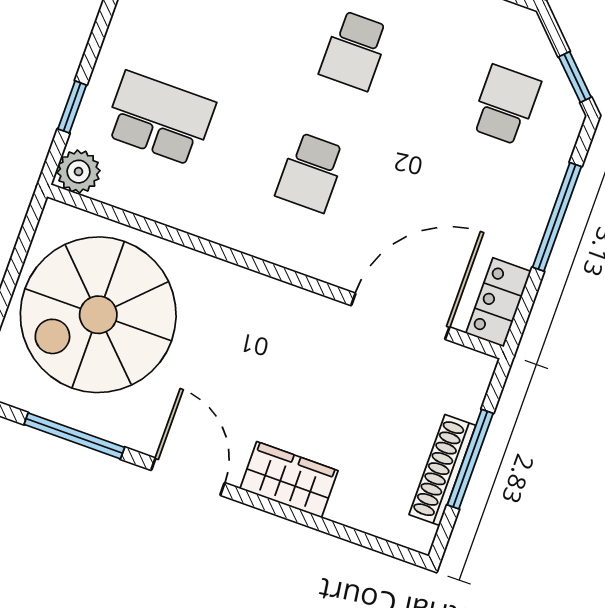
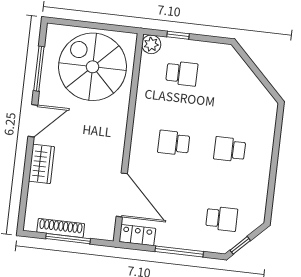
school desk: (160, 118) -> (182, 73), width x0.54

